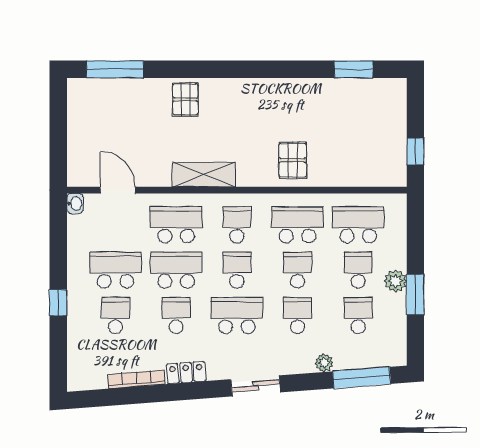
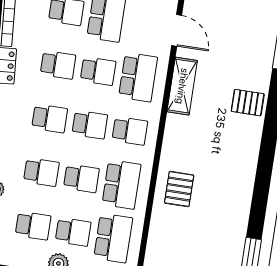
pallet: (293, 160) -> (179, 189), turned 90
shelving: (204, 175) -> (182, 86), moved
door: (118, 190) -> (177, 30), hinge flipped
school desk: (176, 270) -> (98, 71), width x0.54
school desk: (237, 315) -> (50, 118), width x0.54

